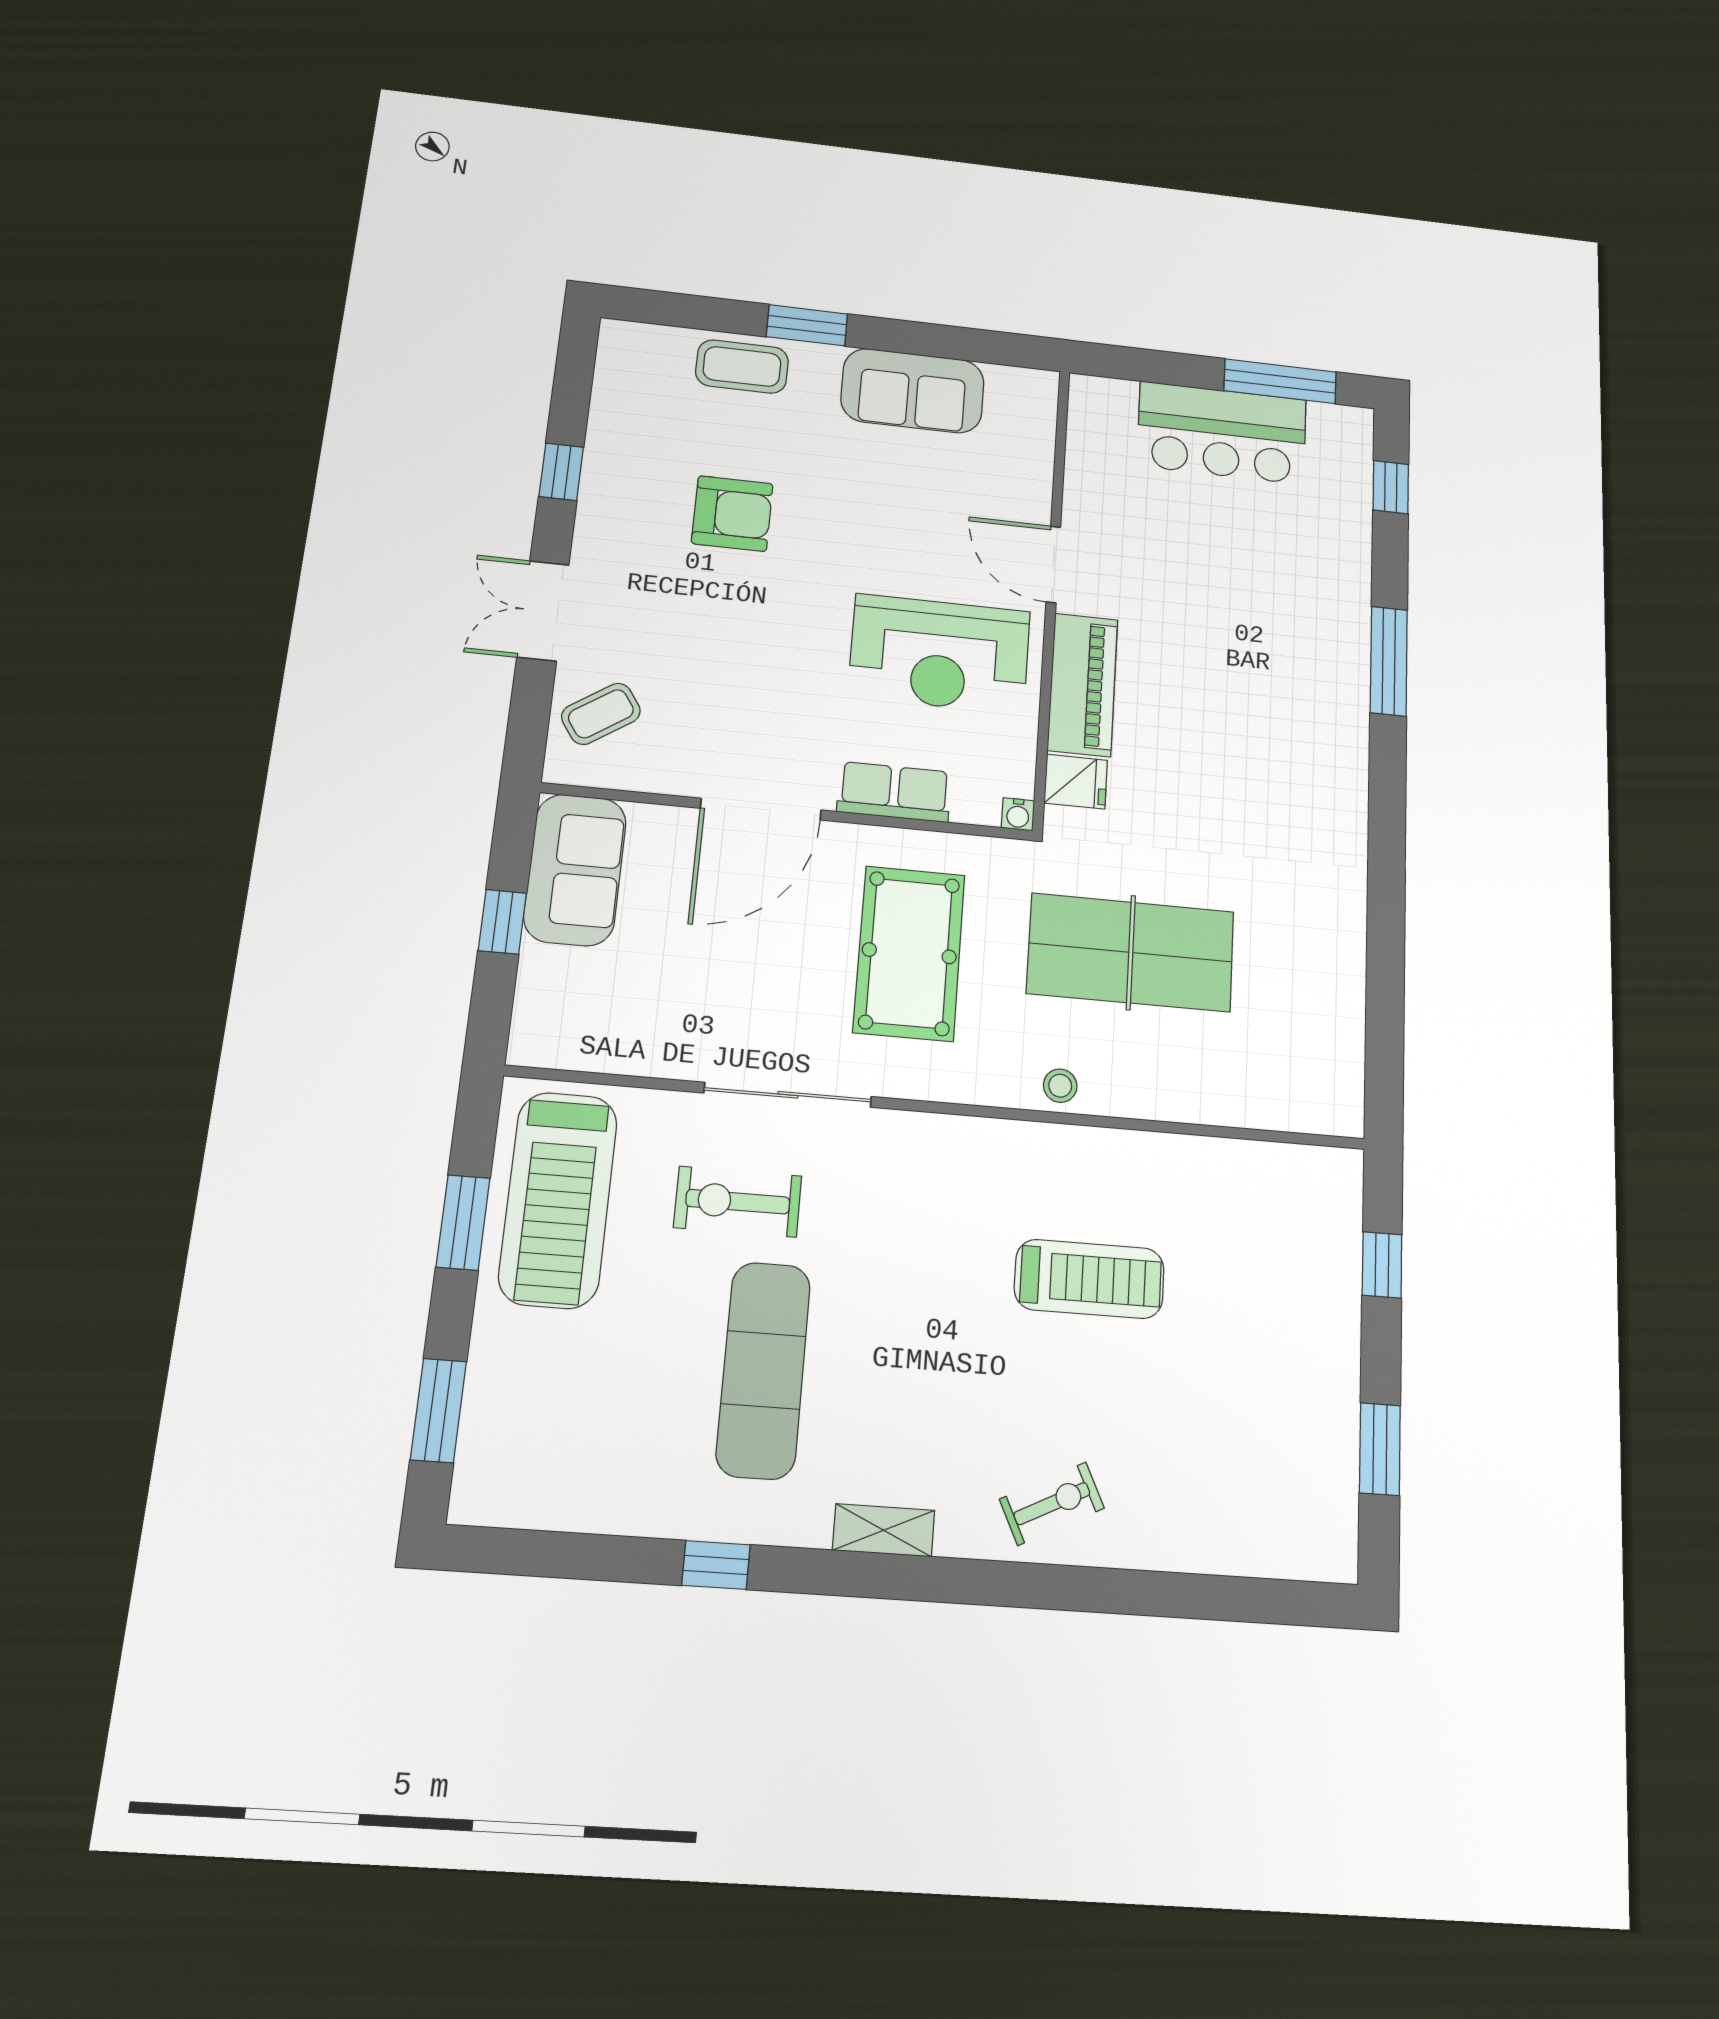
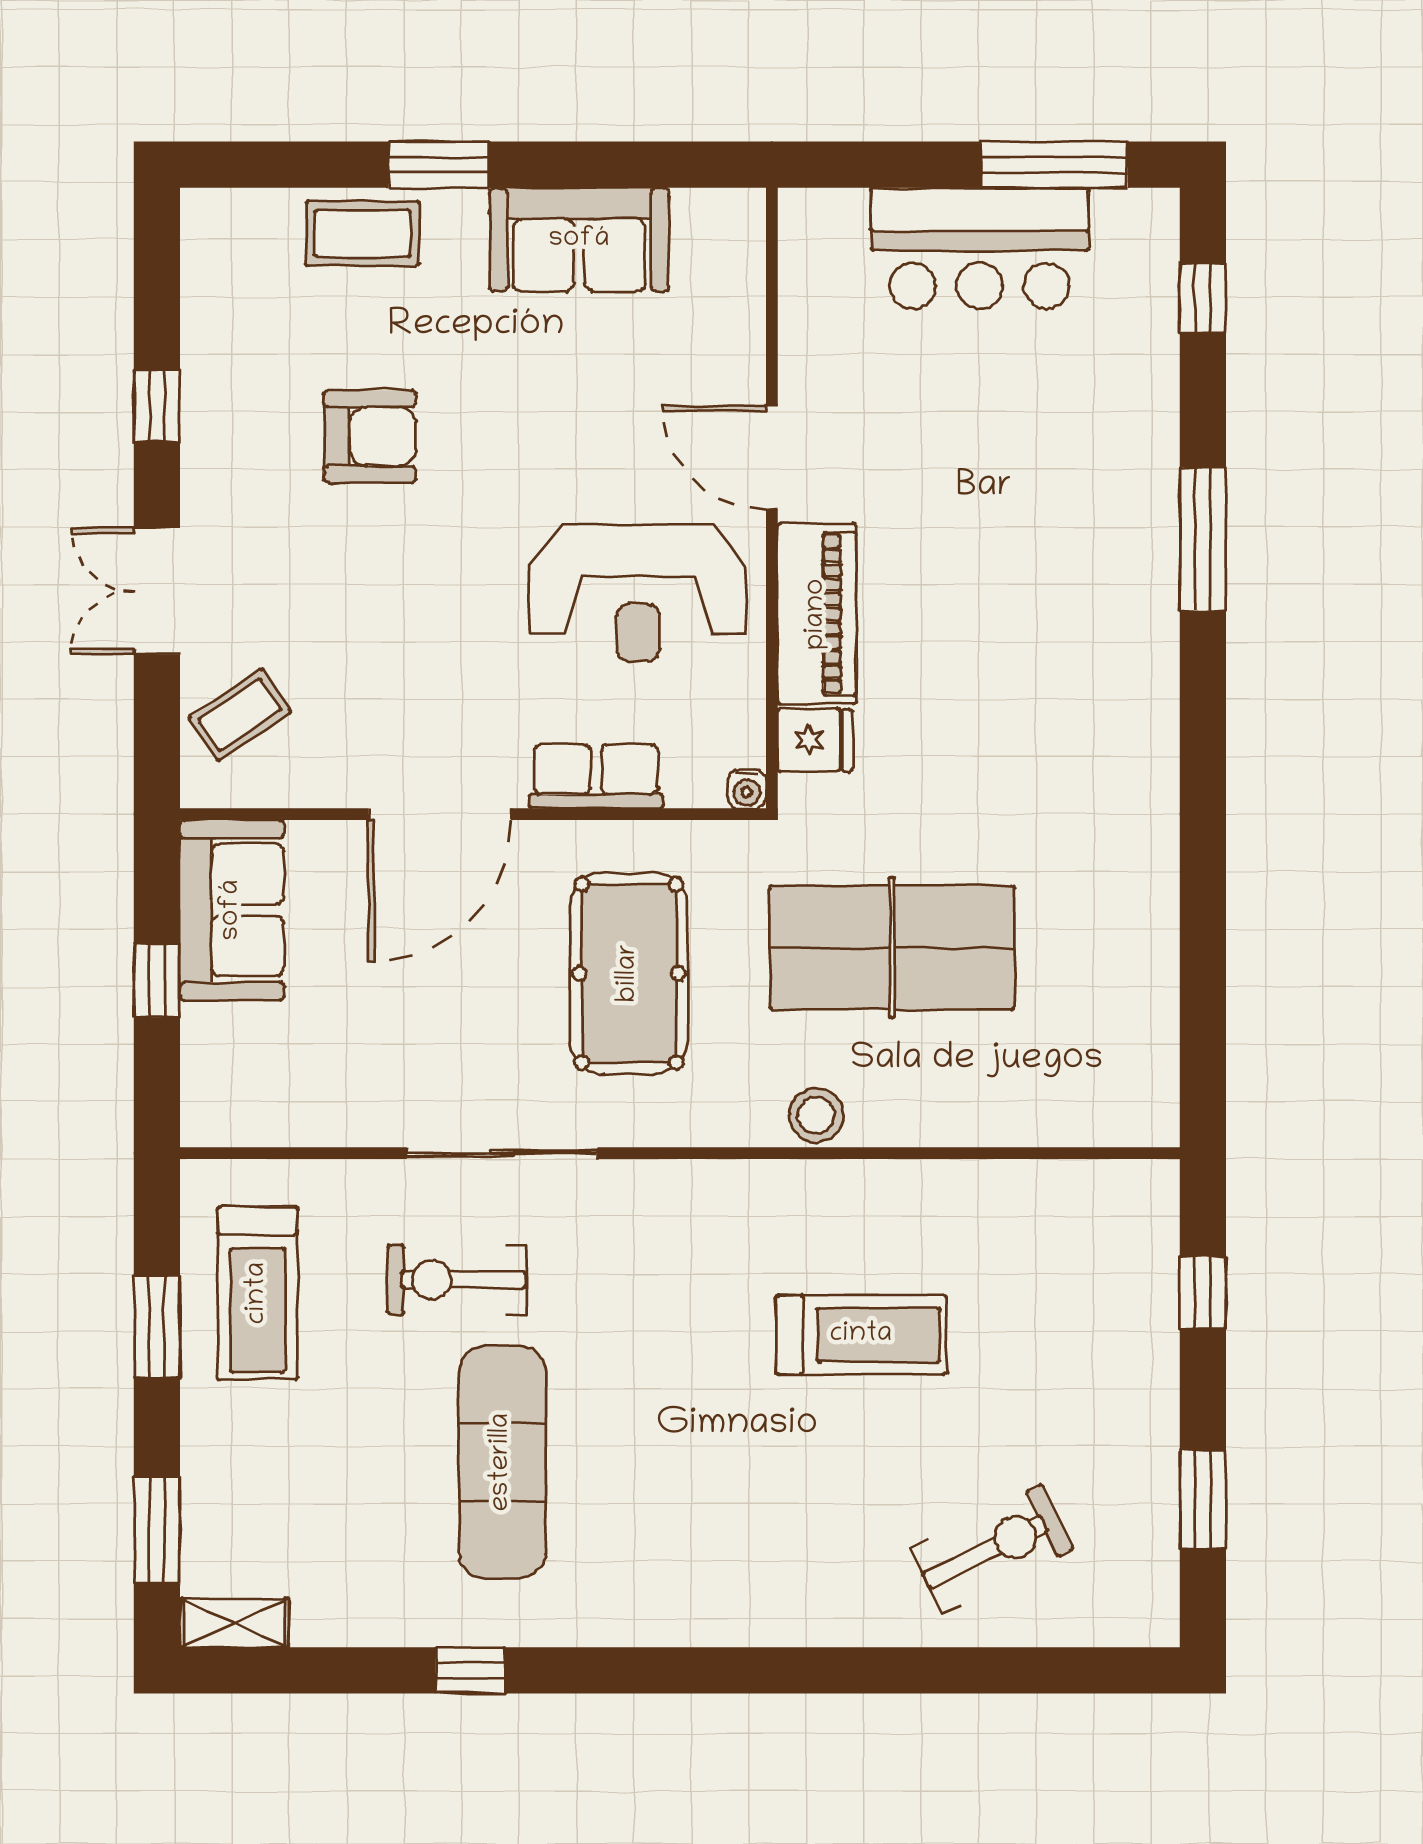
stool: (1060, 1086) -> (816, 1115), width x1.37, depth x1.37
treadmill: (558, 1199) -> (258, 1293), width x0.73, depth x0.73
exercise bike: (1052, 1504) -> (992, 1549), moved, width x1.38, depth x1.39
shelving: (884, 1530) -> (234, 1623), moved

